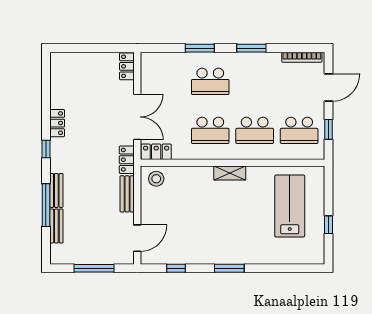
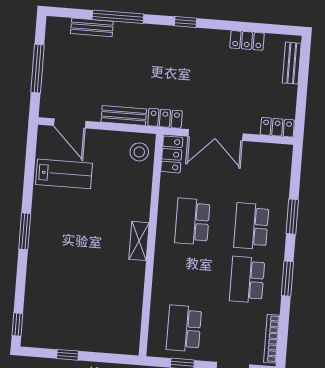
locker: (57, 123) -> (247, 40), moved
school desk: (255, 130) -> (247, 280), moved
bench: (56, 190) -> (292, 63), moved, turned 90
lab bench: (290, 206) -> (64, 174), moved, width x0.73, depth x0.72
window: (176, 268) -> (17, 325), moved

